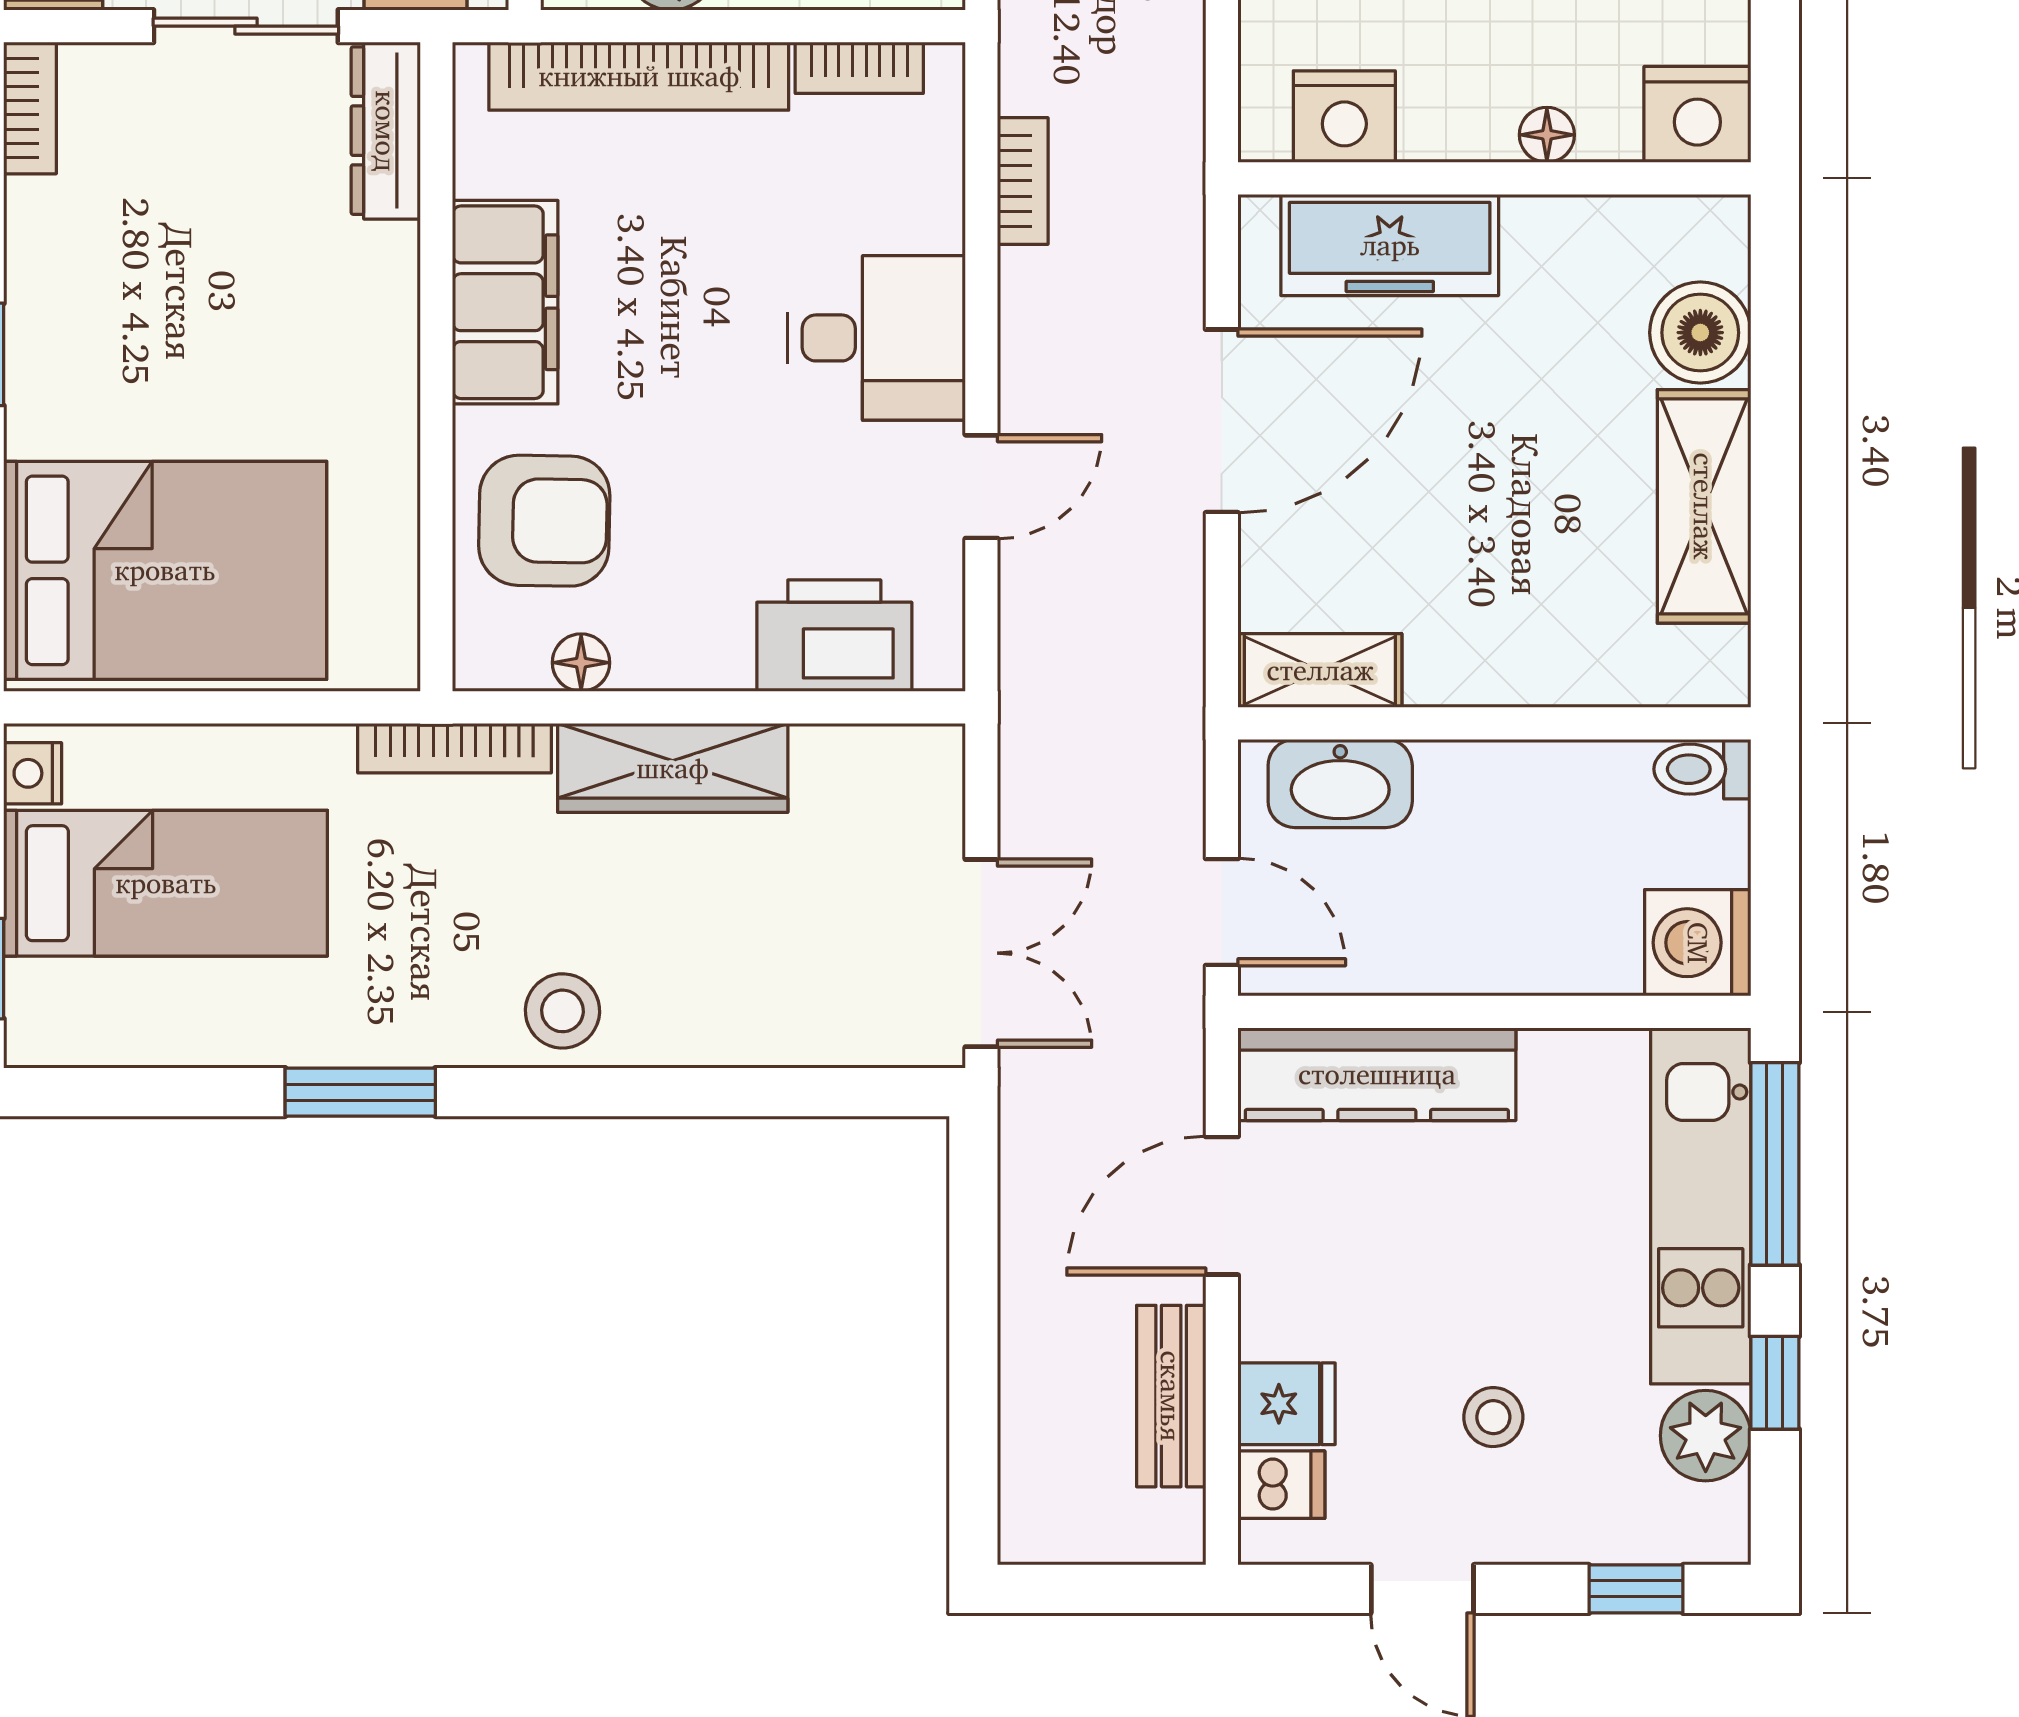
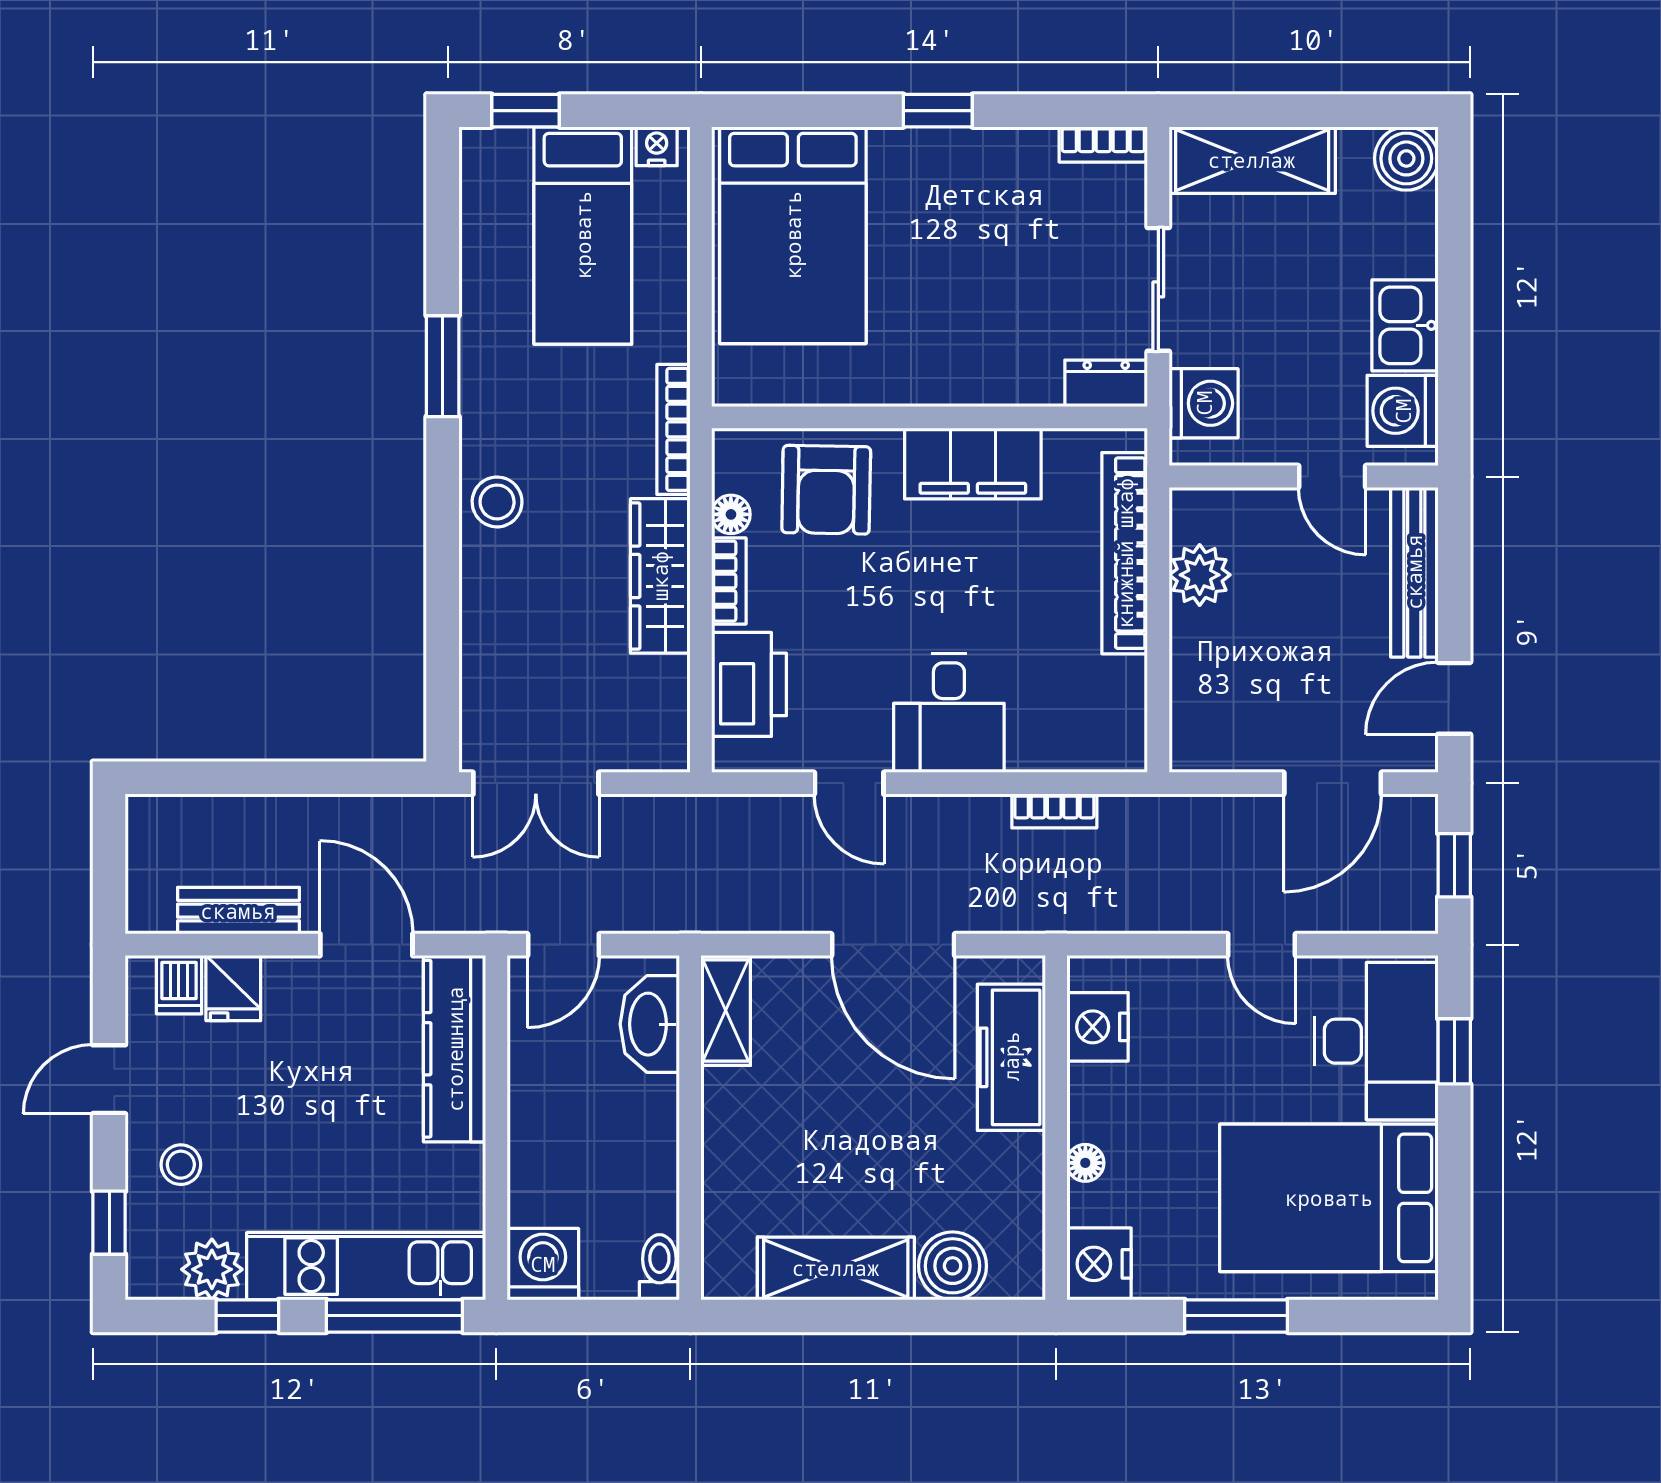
bookcase: (859, 68) -> (729, 581), moved, turned 180
dresser: (386, 131) -> (1106, 383), width x0.70
stool: (1493, 1417) -> (181, 1165), moved

